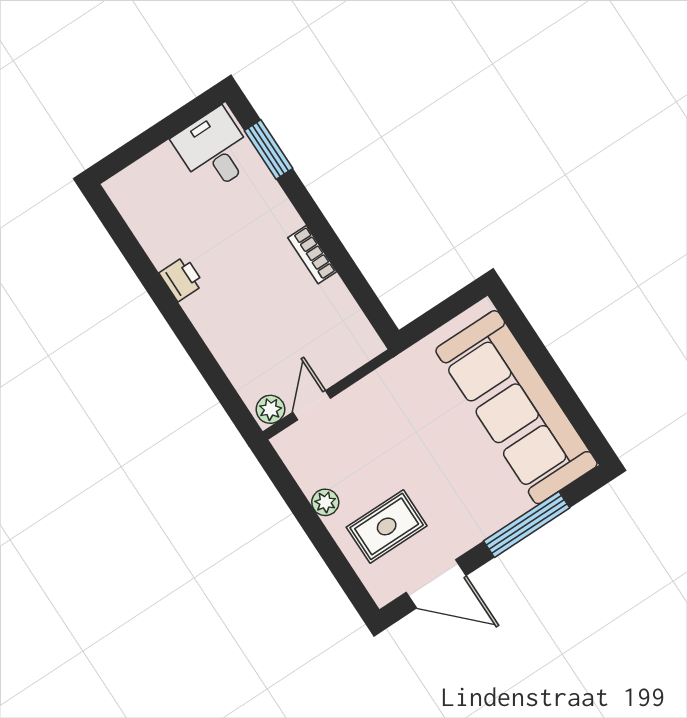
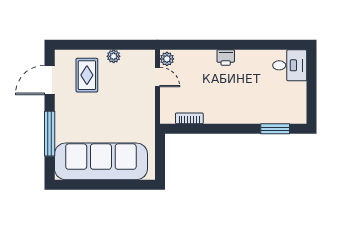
desk: (214, 150) -> (290, 65), moved
bookcase: (312, 255) -> (189, 118), moved
printer: (182, 279) -> (226, 58), moved

